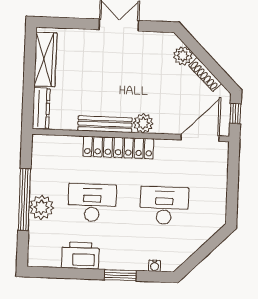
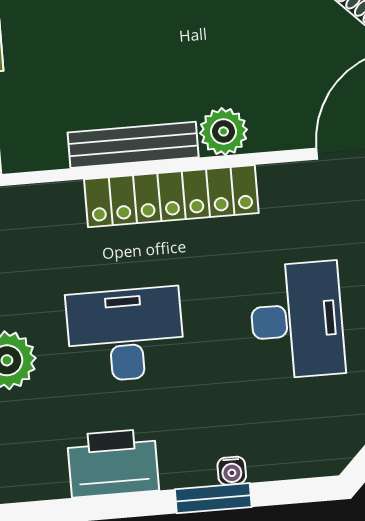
desk: (164, 205) -> (297, 320), turned 90
water cooler: (154, 266) -> (232, 471), moved

